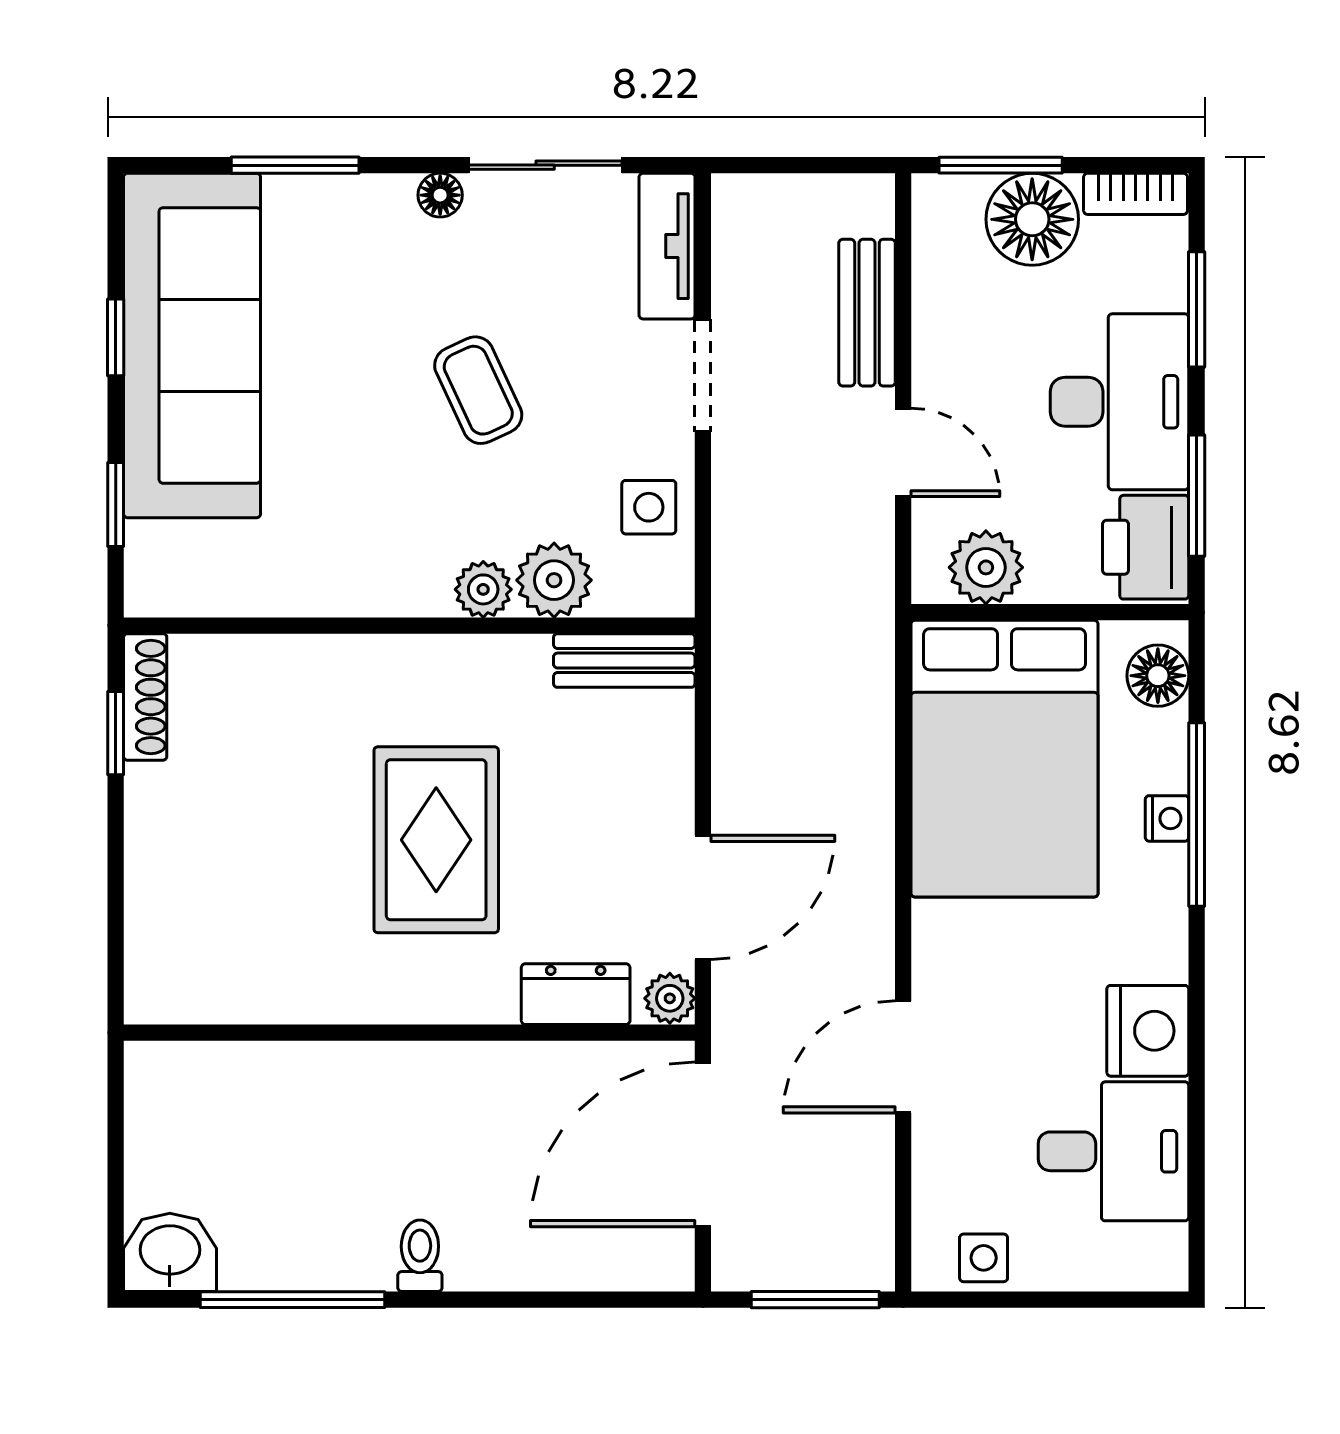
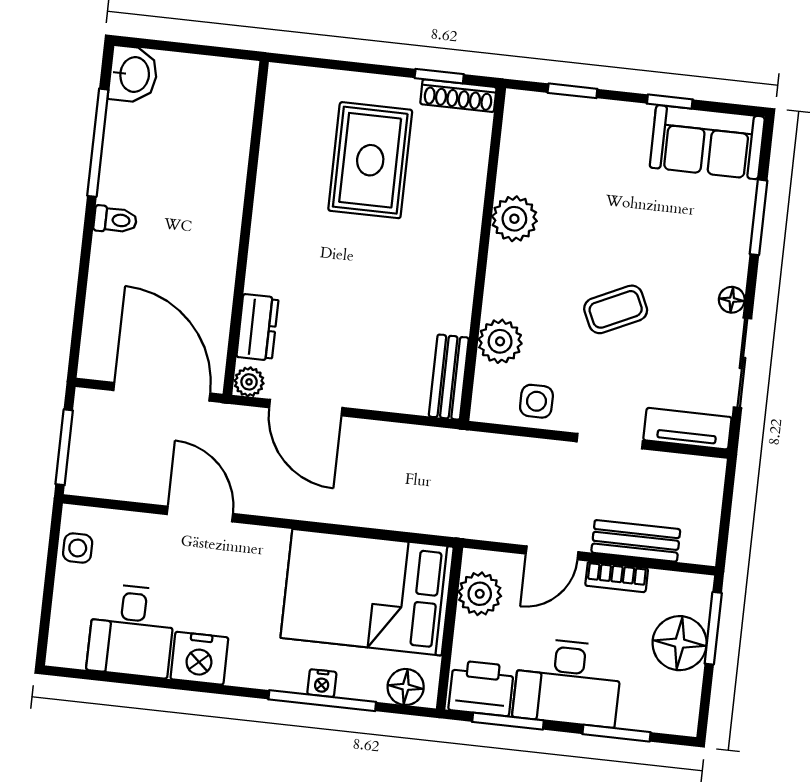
bookcase: (1136, 194) -> (617, 577), moved, turned -90
sofa: (192, 345) -> (707, 142), width x0.54, depth x0.79
plant: (483, 589) -> (514, 219), moved, width x1.38, depth x1.38
rug: (436, 840) -> (370, 160), moved, turned 90

